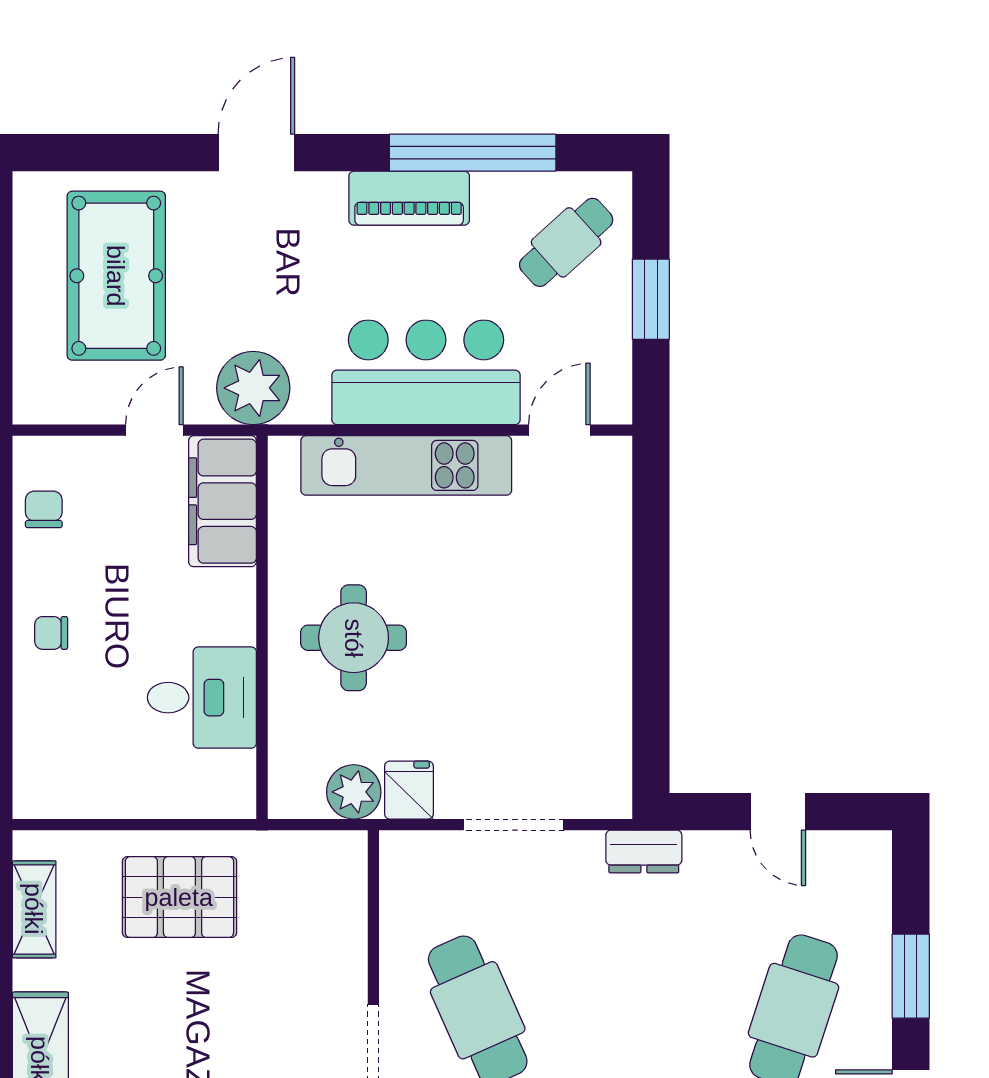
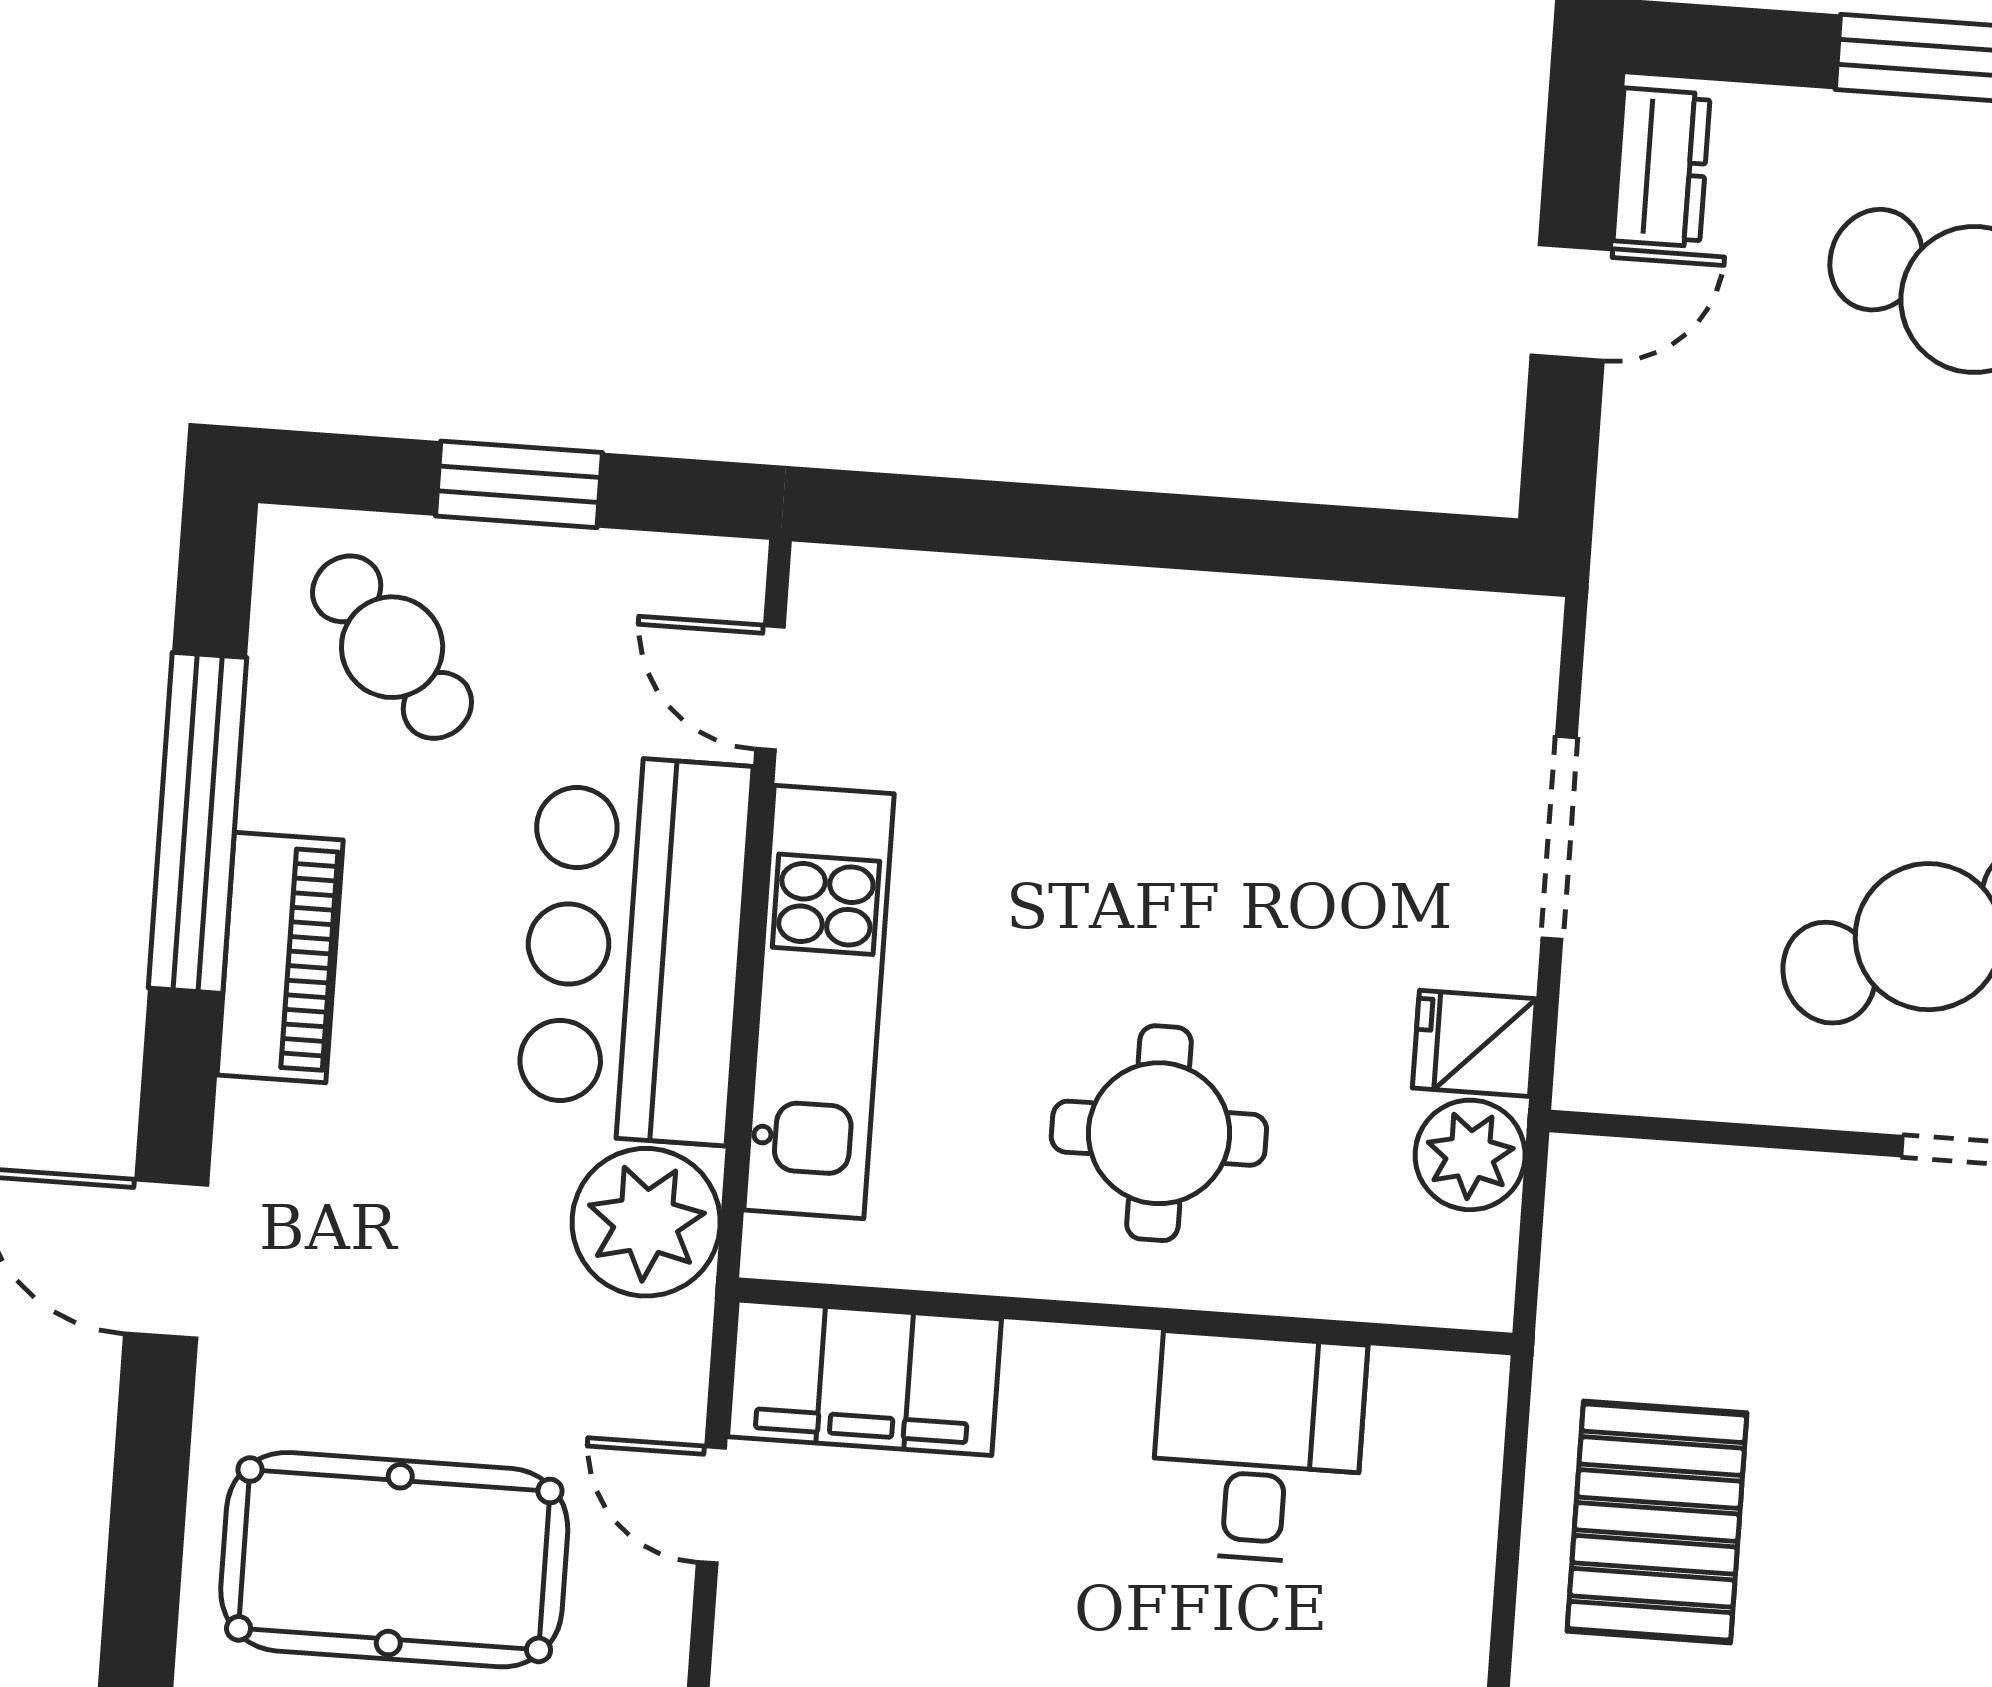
plant: (253, 388) -> (646, 1222), moved
dresser: (644, 852) -> (1662, 167), moved

